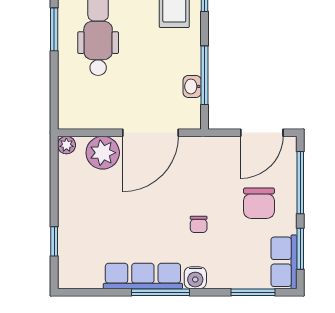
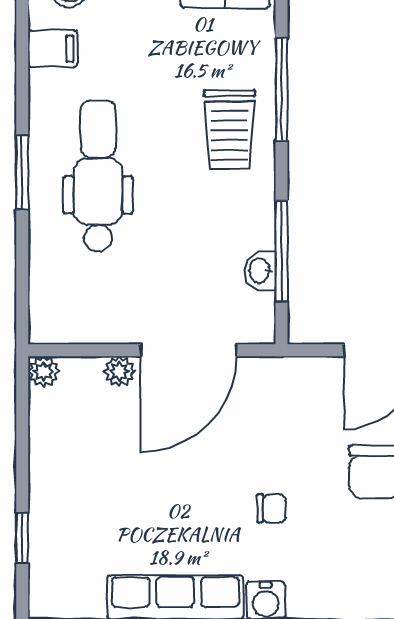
plant: (103, 153) -> (119, 371), width x0.53, depth x0.53
chair: (199, 224) -> (271, 508), turned -90

